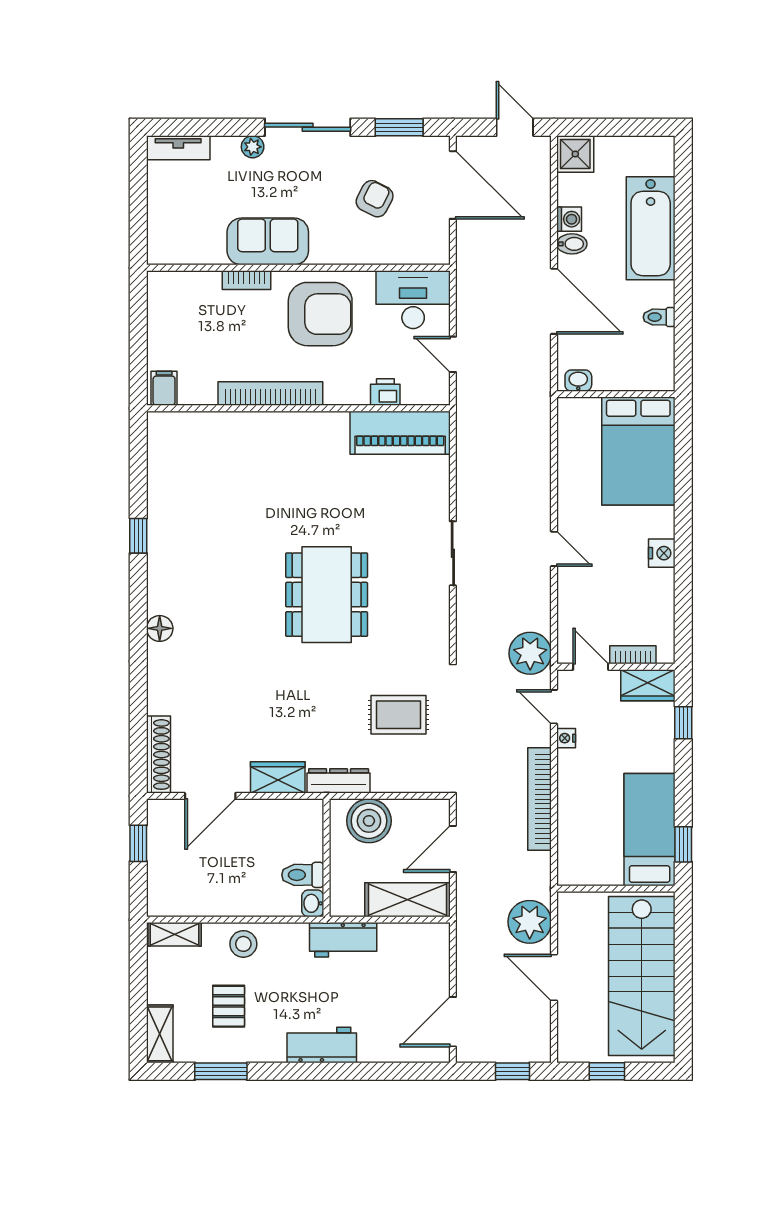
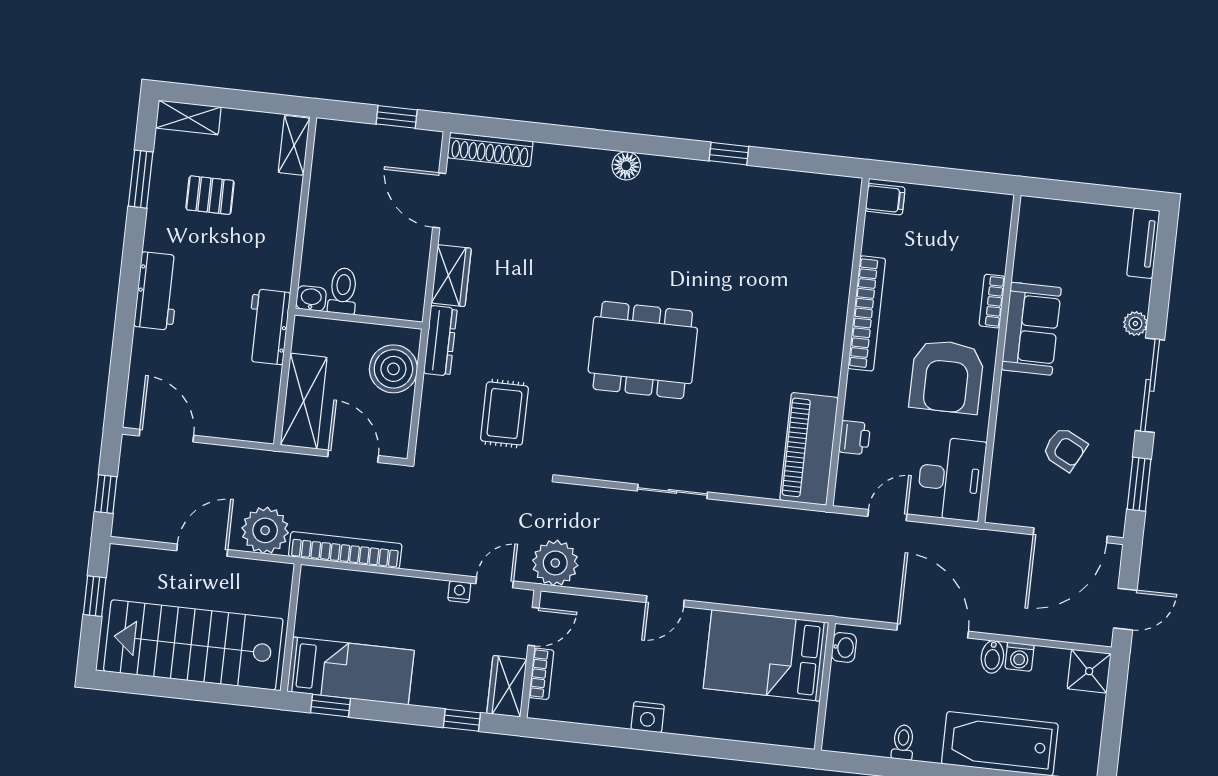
door: (554, 301) -> (933, 631), swing flipped
bed: (638, 451) -> (766, 655), moved
bookcase: (540, 799) -> (345, 550), moved
stool: (243, 944) -> (275, 219), removed

